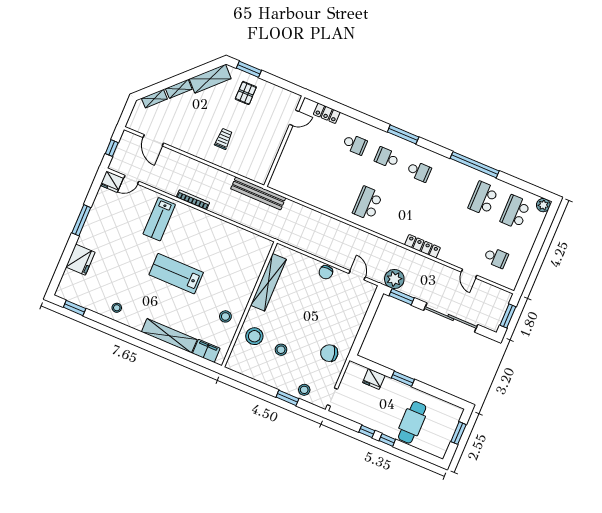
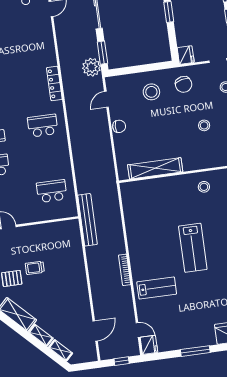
trolley: (224, 139) -> (35, 268), moved
school desk: (303, 176) -> (52, 191), added
school desk: (368, 203) -> (43, 126), turned 180
locker: (422, 246) -> (54, 83), moved
stool: (254, 336) -> (151, 92), moved
fridge: (374, 379) -> (186, 55), moved

